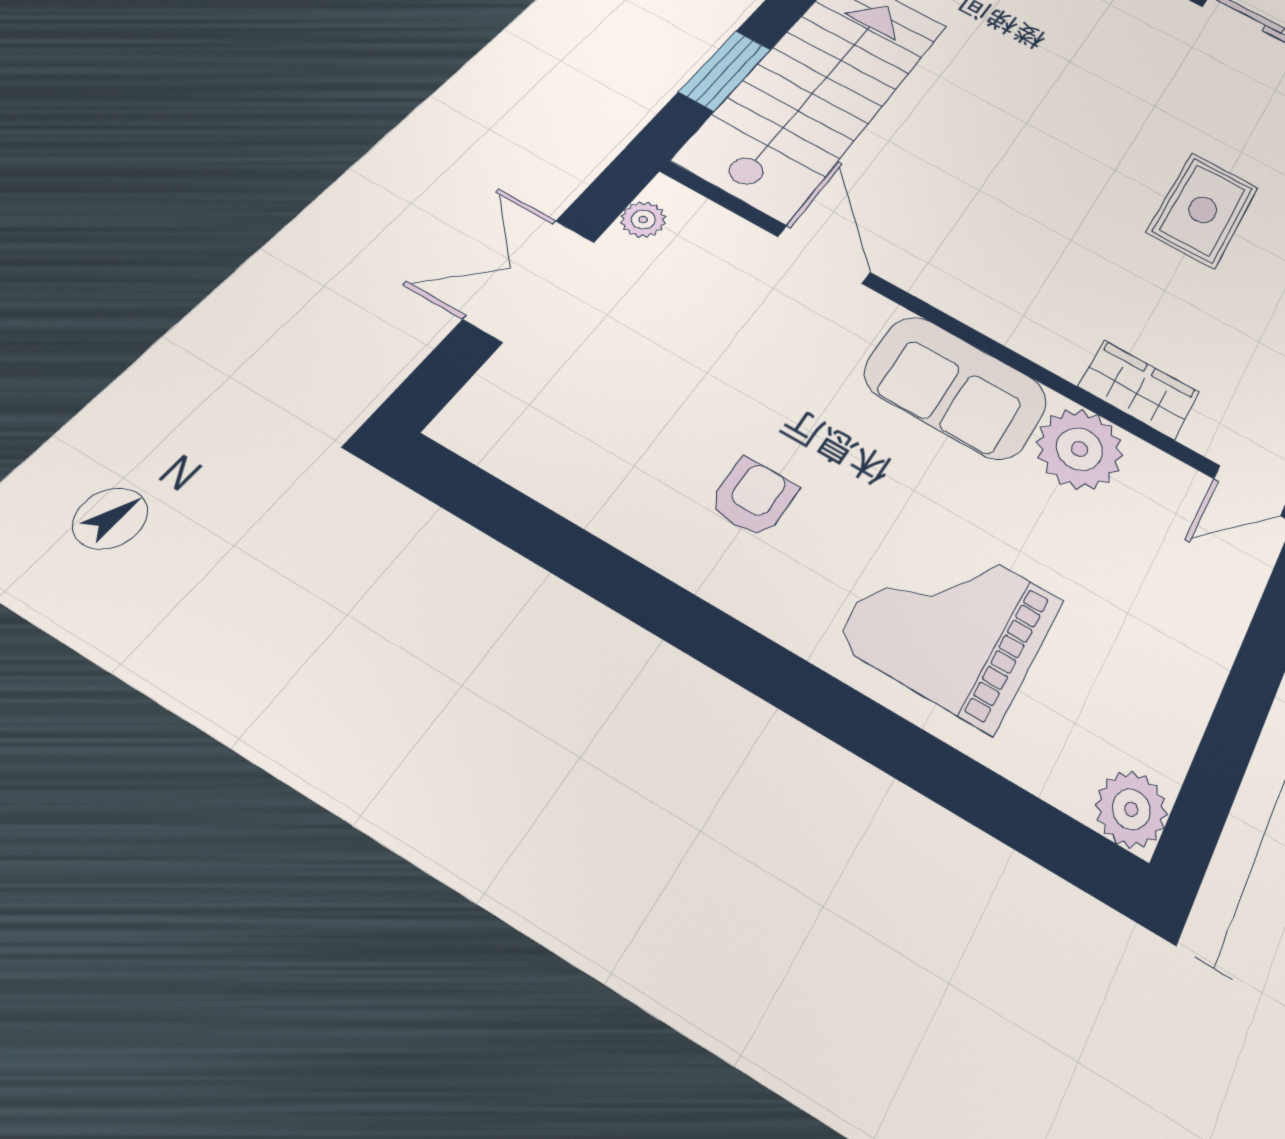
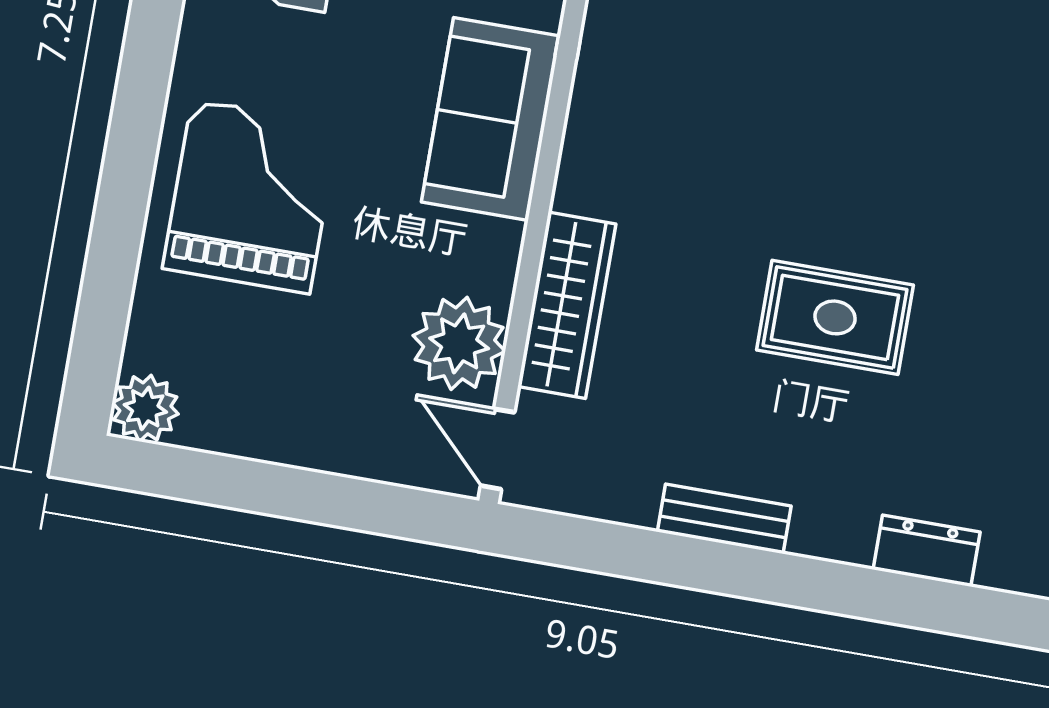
wardrobe: (1139, 389) -> (567, 305), width x1.50
plant: (1080, 449) -> (459, 343), moved

